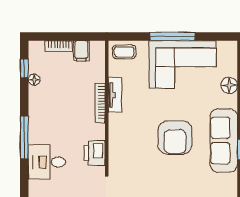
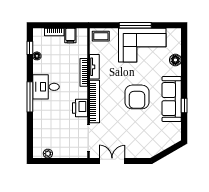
bookcase: (115, 144) -> (94, 102), added
desk: (47, 162) -> (46, 87), moved

